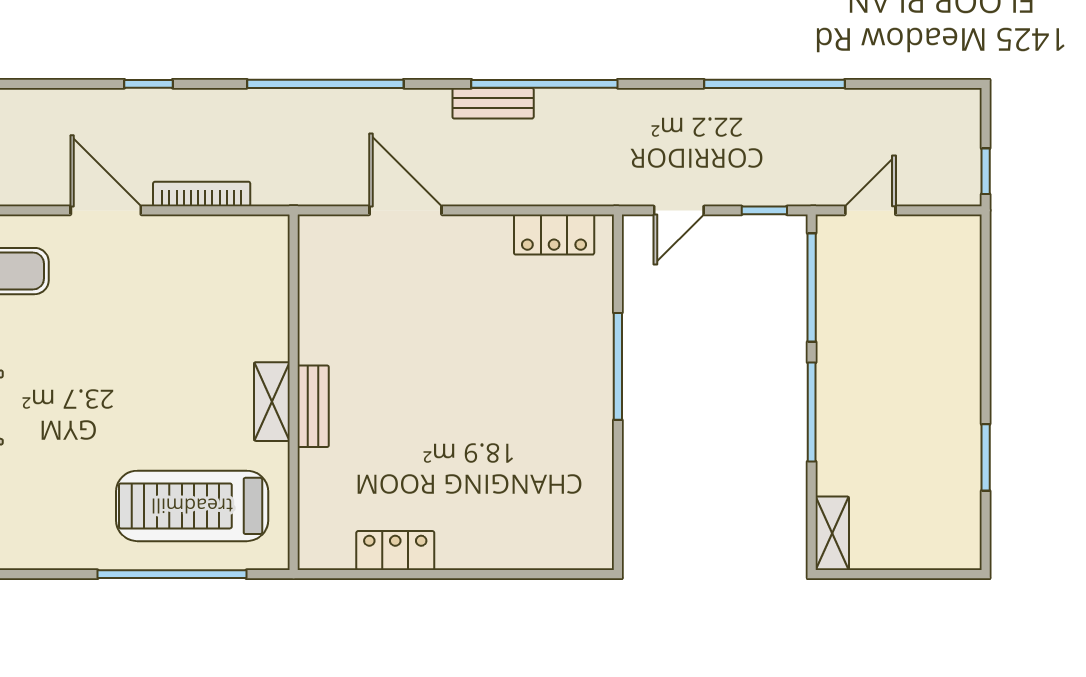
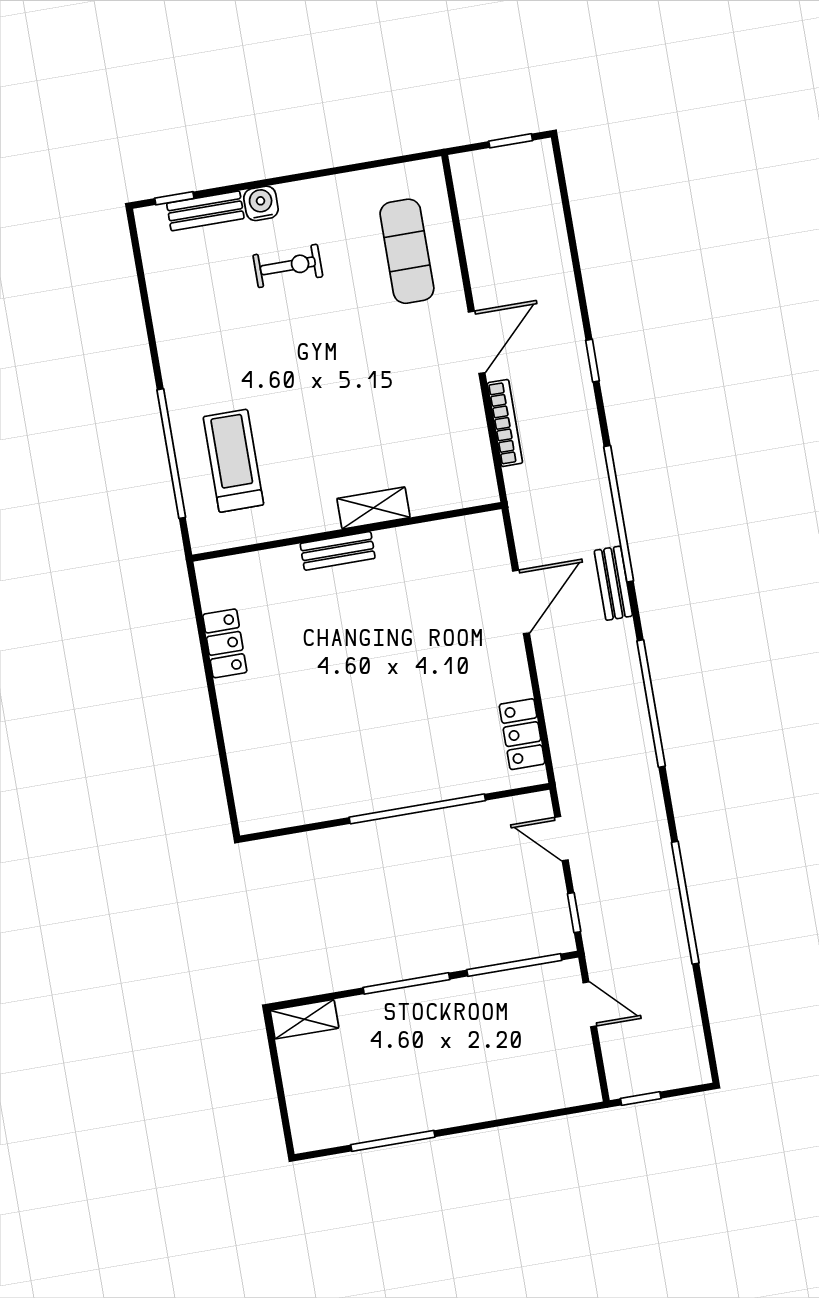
bench: (493, 103) -> (613, 583), moved
window: (618, 366) -> (417, 809), width x1.46
shelving: (272, 402) -> (374, 508), moved
window: (986, 457) -> (393, 1141), width x1.44
treadmill: (192, 506) -> (233, 461), width x0.73, depth x0.73

